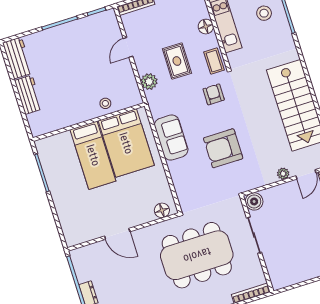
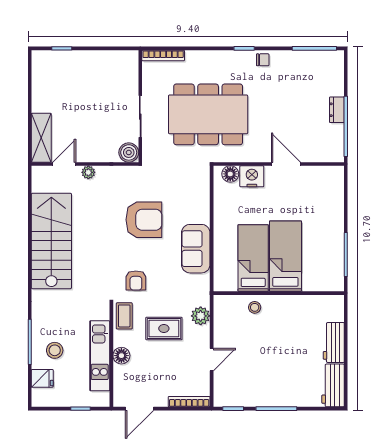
rug: (177, 61) -> (164, 328), turned 90
bed: (126, 143) -> (253, 258), width x0.67
nightstand: (143, 214) -> (252, 176), added

